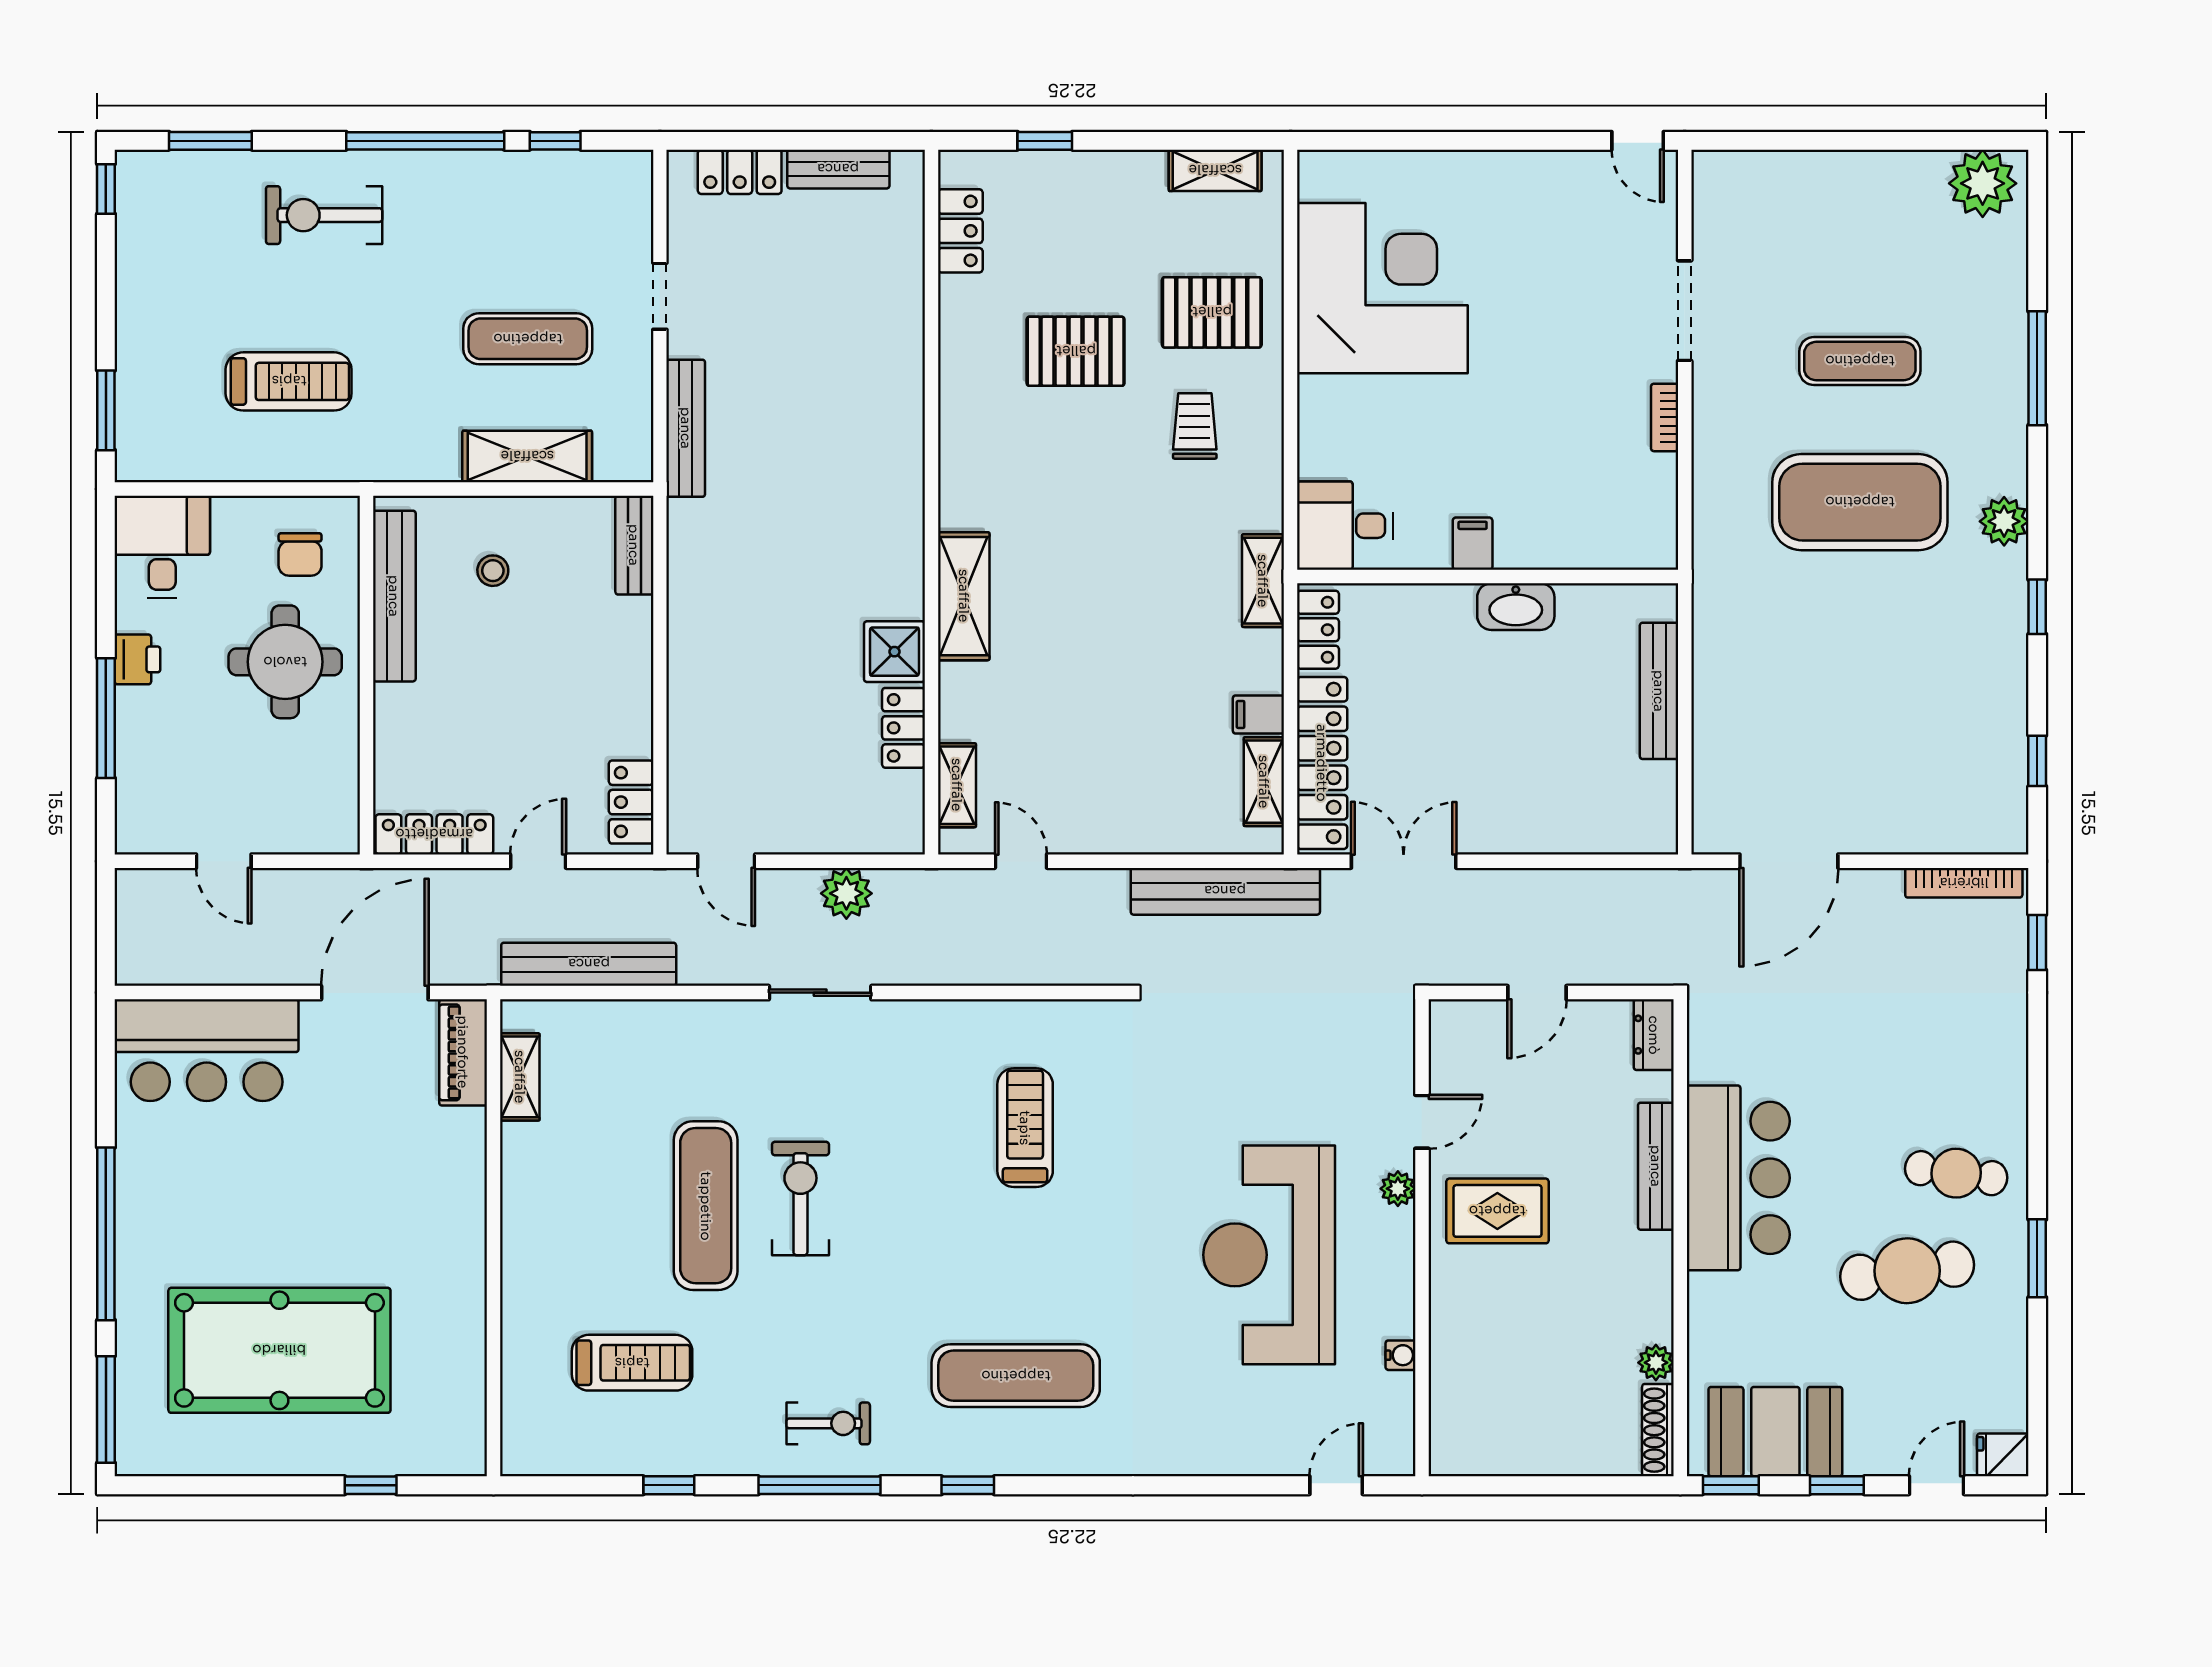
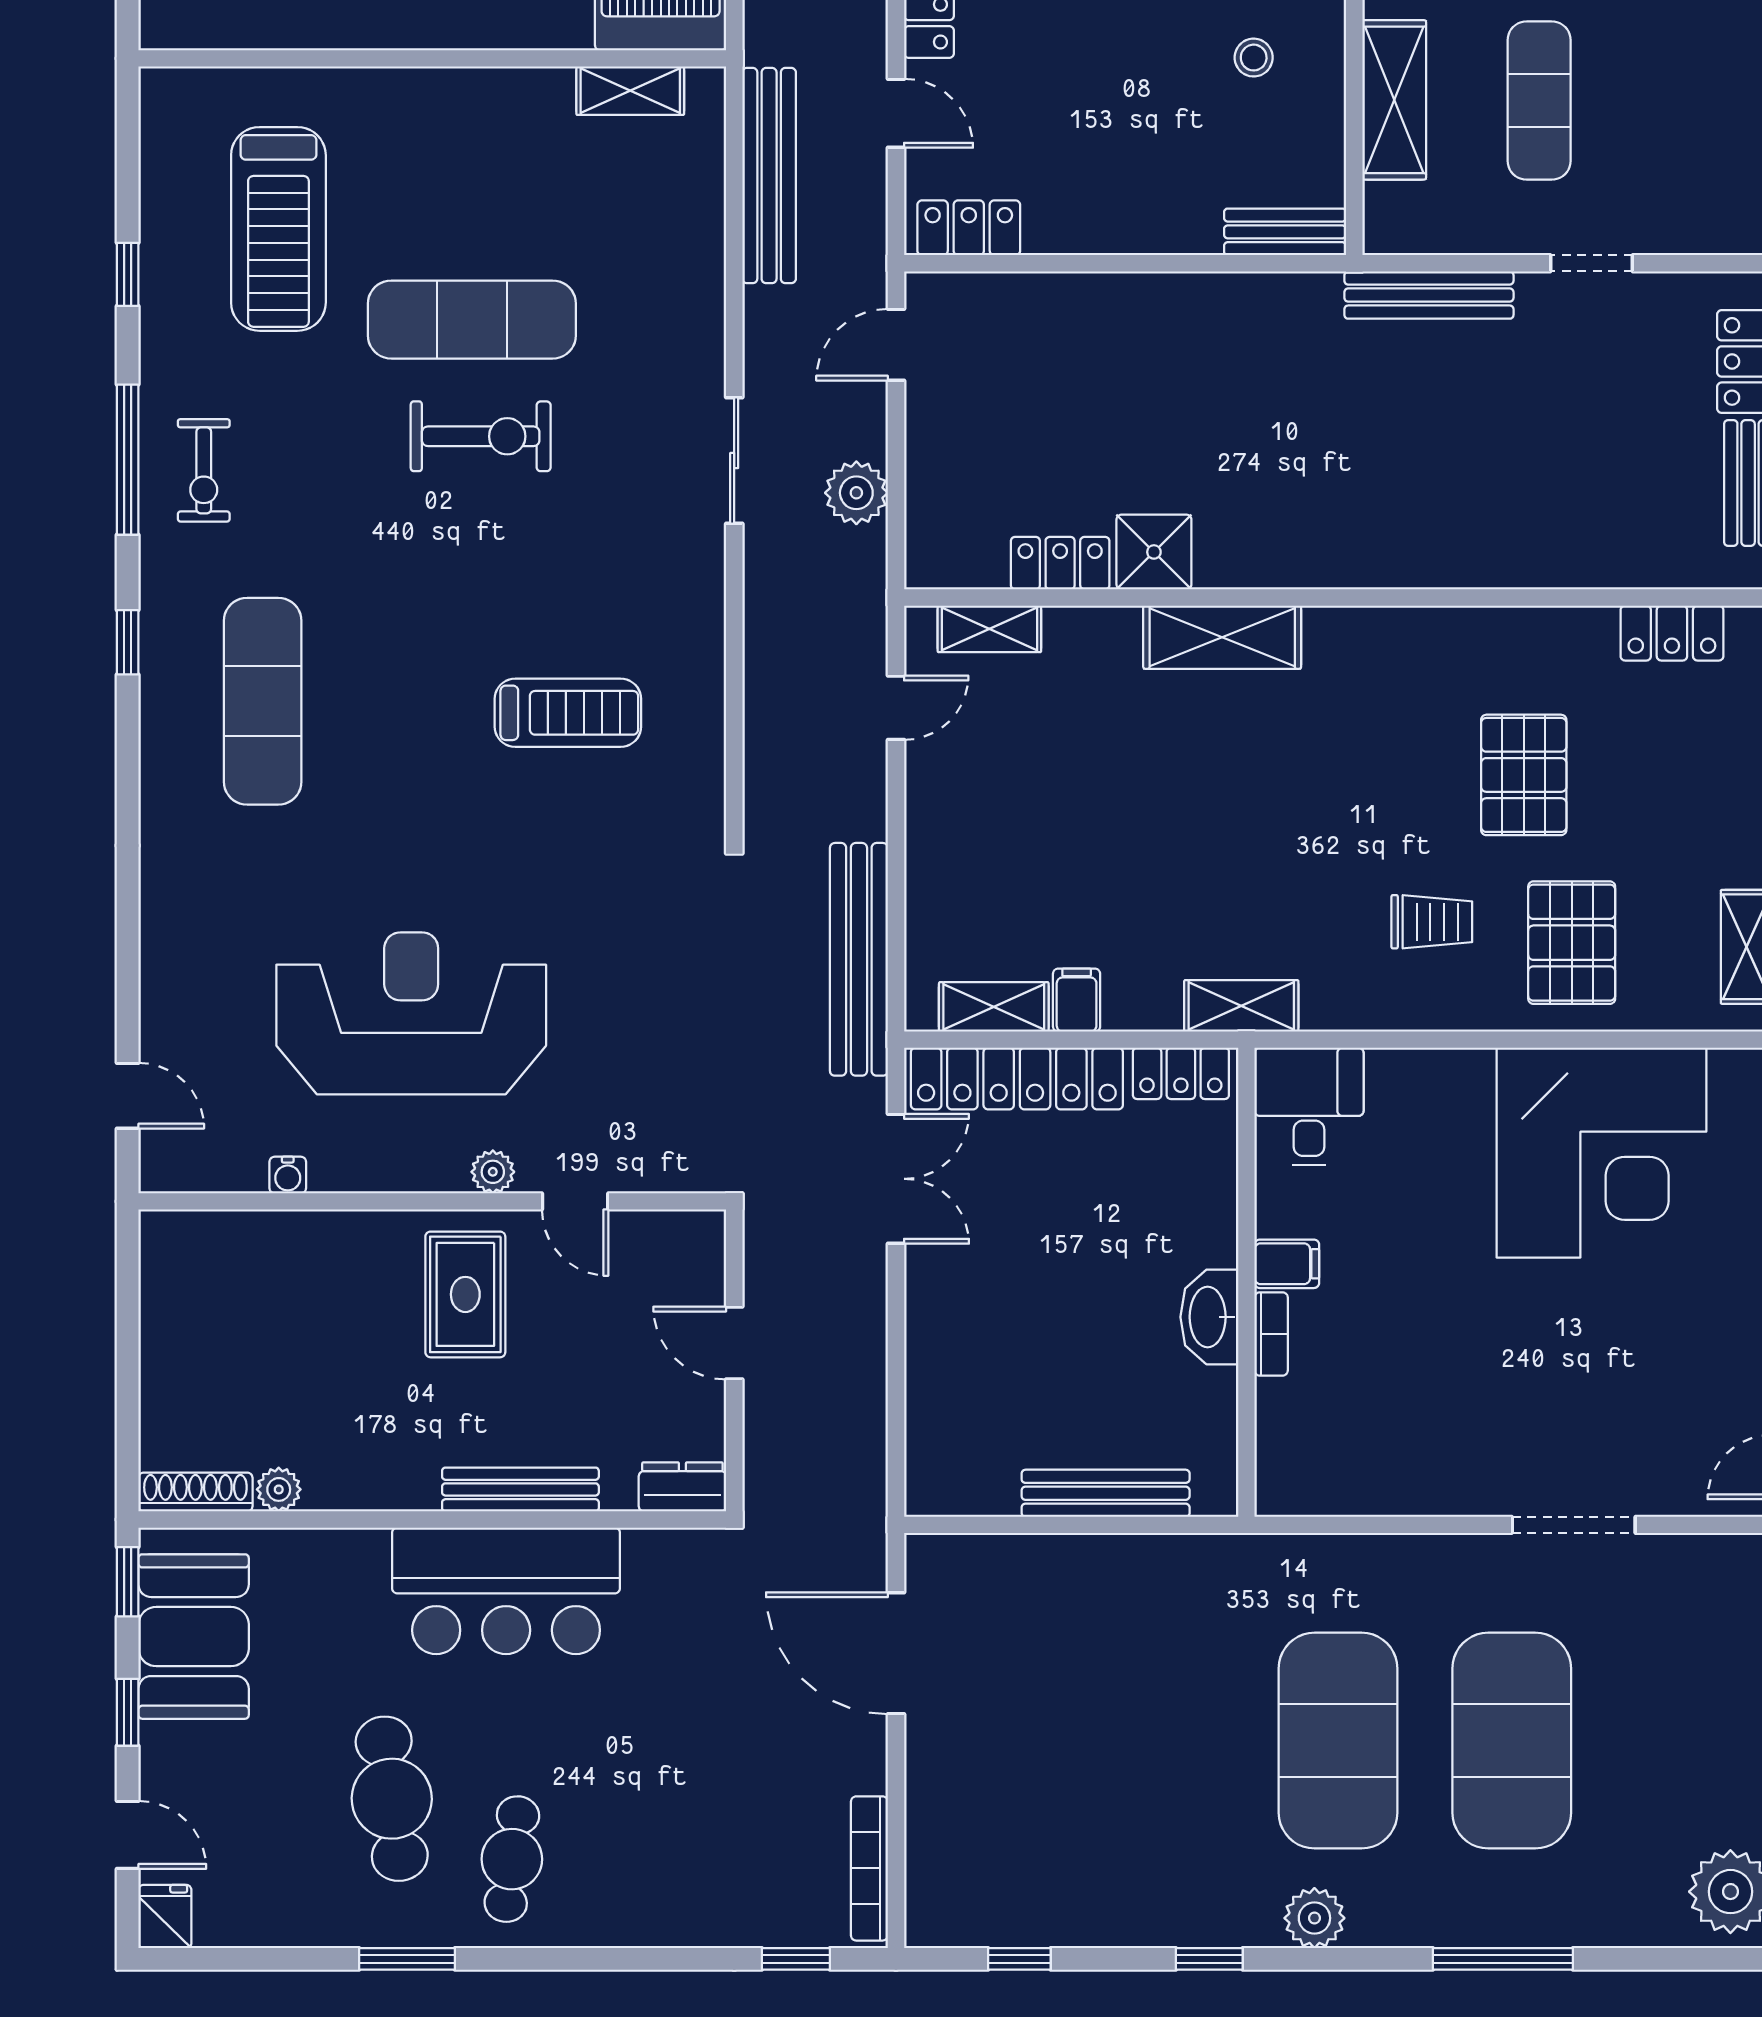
exercise mat: (1860, 361) -> (1512, 1741), width x2.00, depth x1.45
bookcase: (1665, 417) -> (1271, 1334), moved, turned 90
treadmill: (632, 1363) -> (278, 229), width x1.37, depth x1.38

